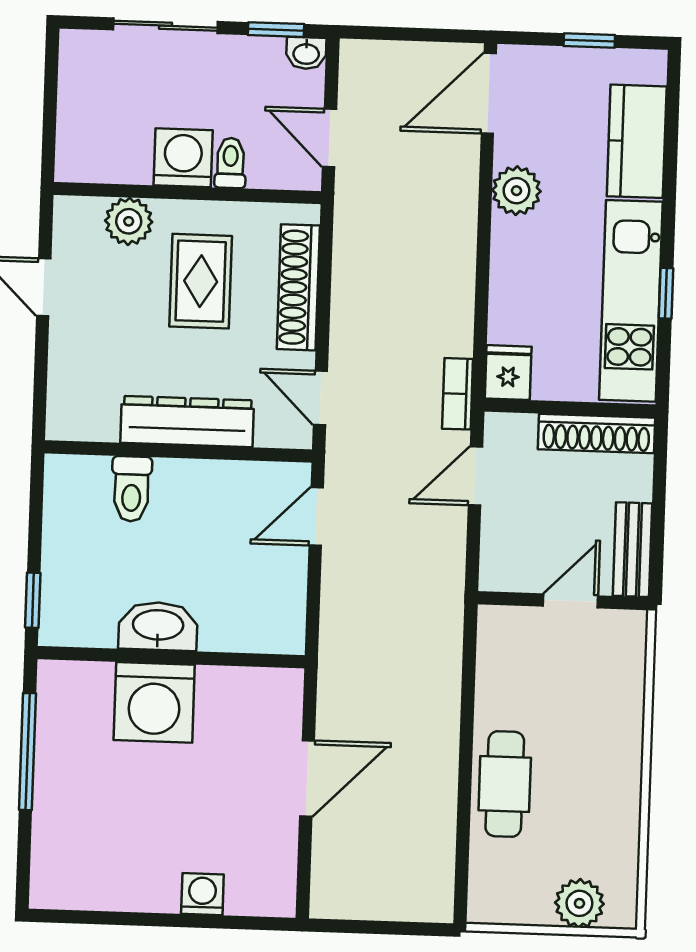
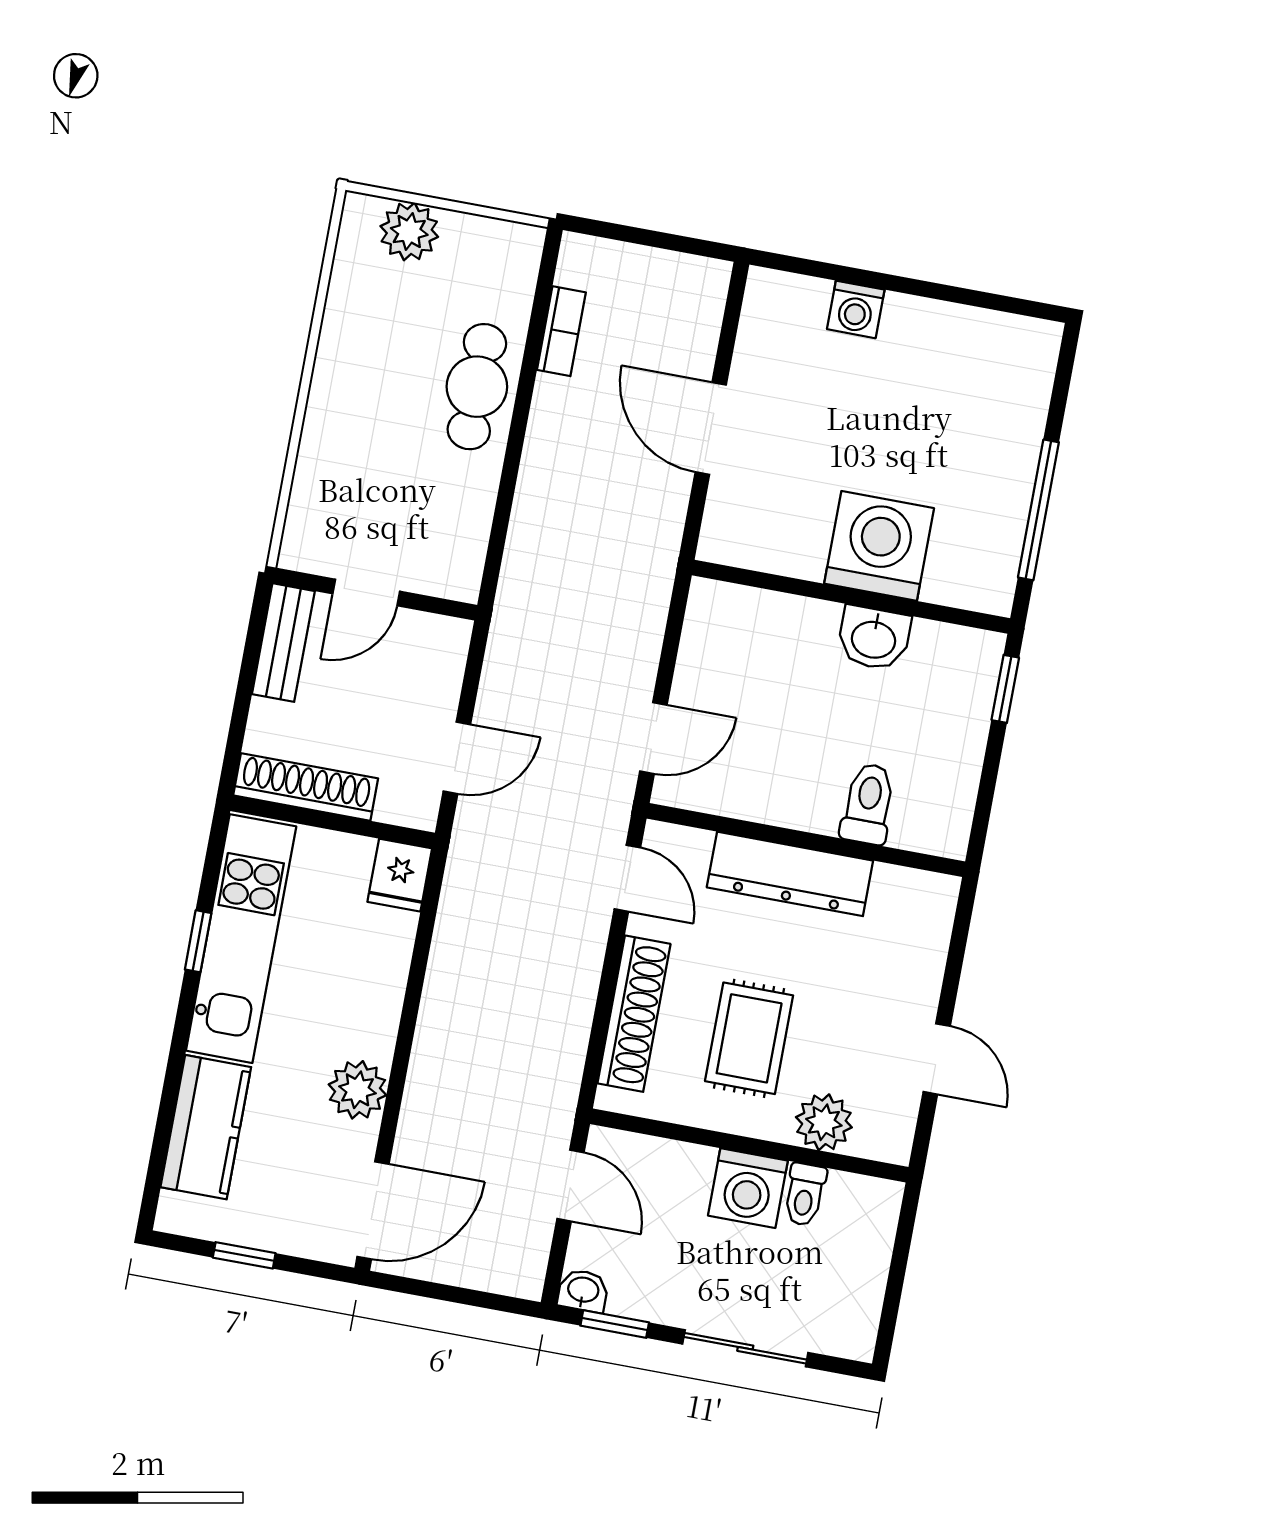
toilet: (230, 163) -> (805, 1194), moved
bookcase: (458, 394) -> (561, 331), moved
washbasin: (158, 626) -> (874, 638), width x0.72
door: (307, 778) -> (711, 428), hinge flipped

